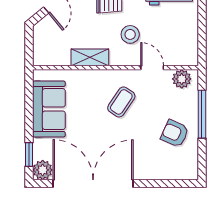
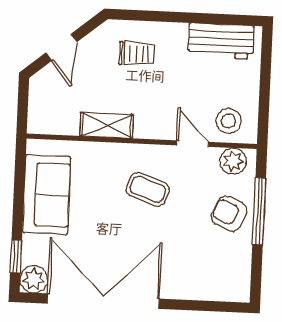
stool: (130, 34) -> (228, 121), moved
coffee table: (121, 102) -> (148, 189), turned 75
armchair: (175, 133) -> (229, 214), moved

